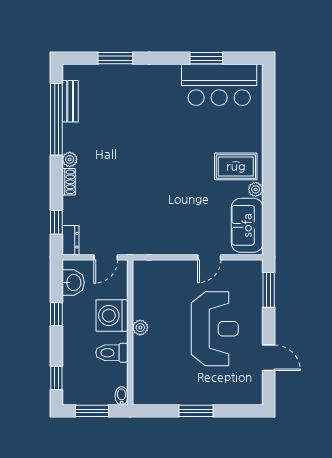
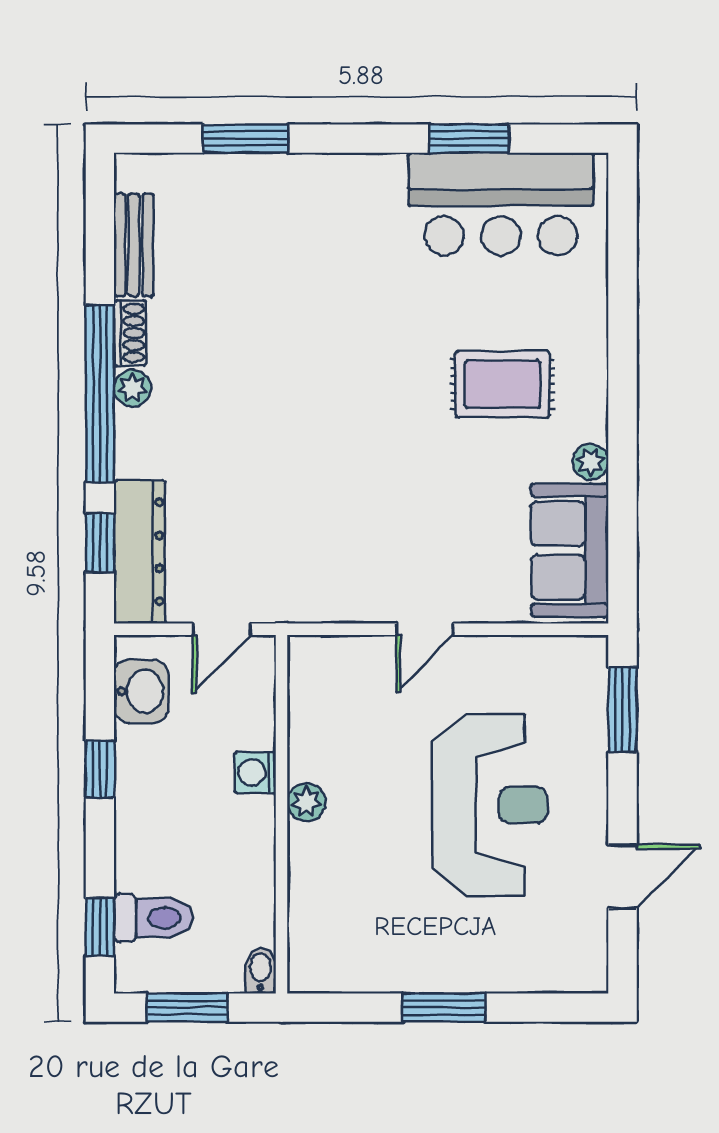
window: (56, 119) -> (100, 394), moved
rug: (236, 166) -> (502, 384), moved
shoe rack: (69, 182) -> (130, 333), moved
dresser: (70, 240) -> (140, 552), width x1.96, depth x1.24
door: (209, 257) -> (425, 629), moved
washing machine: (112, 315) -> (255, 773), width x0.53, depth x0.53
toilet: (112, 353) -> (153, 918), moved, turned 180
door: (269, 358) -> (622, 877), hinge flipped

